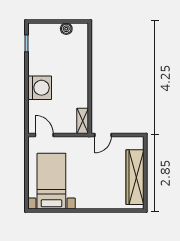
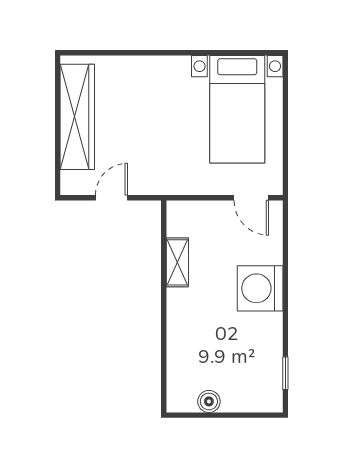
shelving: (83, 121) -> (177, 262), moved
door: (103, 135) -> (111, 198), moved

